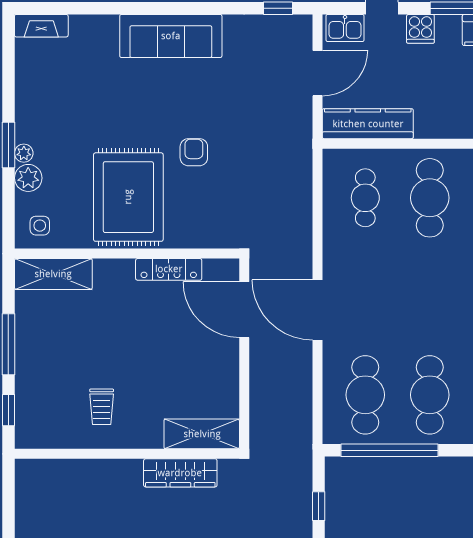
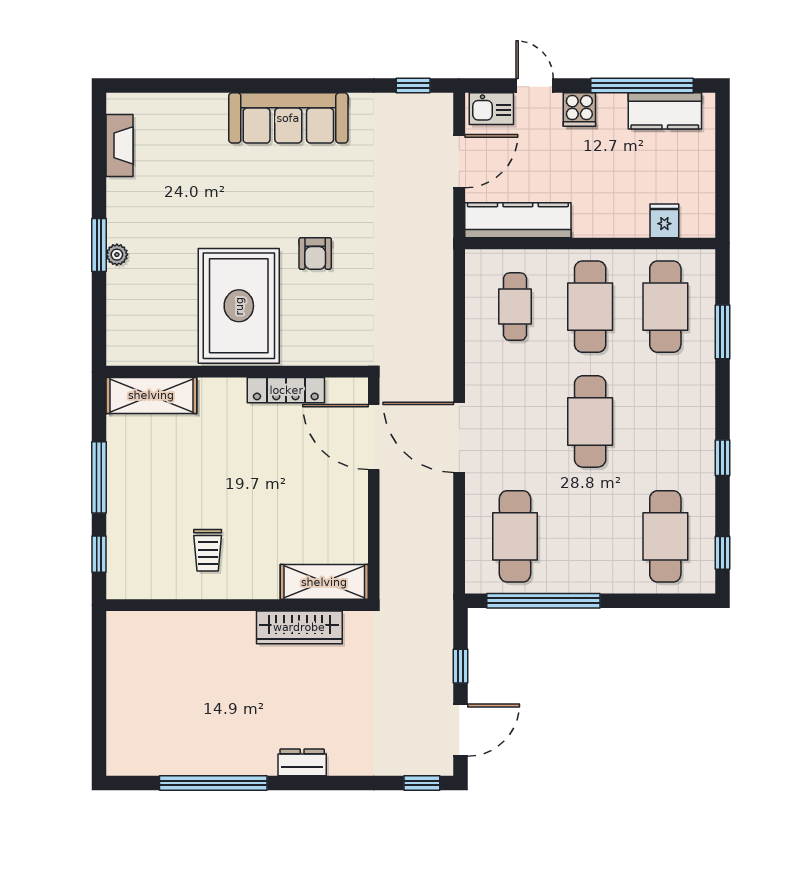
fireplace: (41, 26) -> (119, 145), moved, turned -90
armchair: (194, 152) -> (315, 253), turned 180
plant: (28, 178) -> (122, 283), removed
side table: (40, 226) -> (135, 339), removed
cafe table: (430, 395) -> (590, 421), moved

